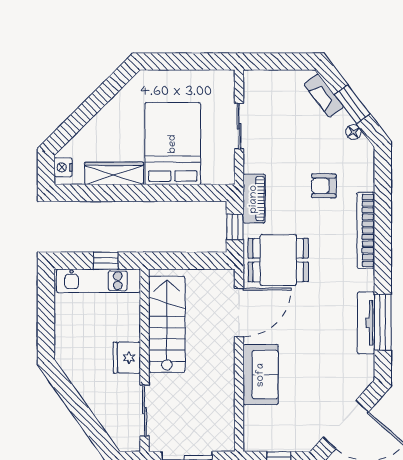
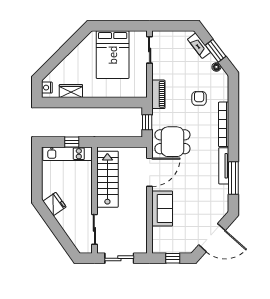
sliding door: (239, 126) -> (150, 50), moved
bed: (173, 144) -> (113, 55), moved, turned 180
wardrobe: (114, 173) -> (71, 91), width x0.67
armchair: (324, 186) -> (199, 98), turned 90
piano: (254, 199) -> (158, 94), moved
tv unit: (366, 323) -> (224, 166), moved
fridge: (127, 358) -> (54, 204), moved, turned 145

